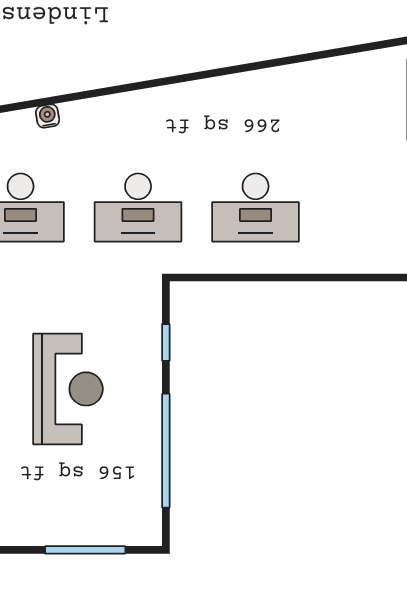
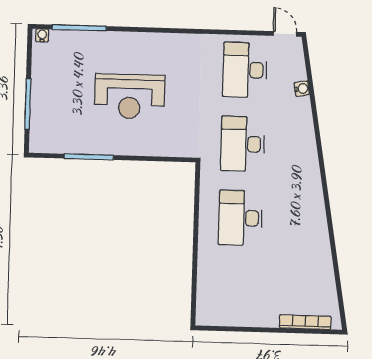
window: (166, 342) -> (157, 159), removed
window: (166, 451) -> (89, 157), width x0.68

